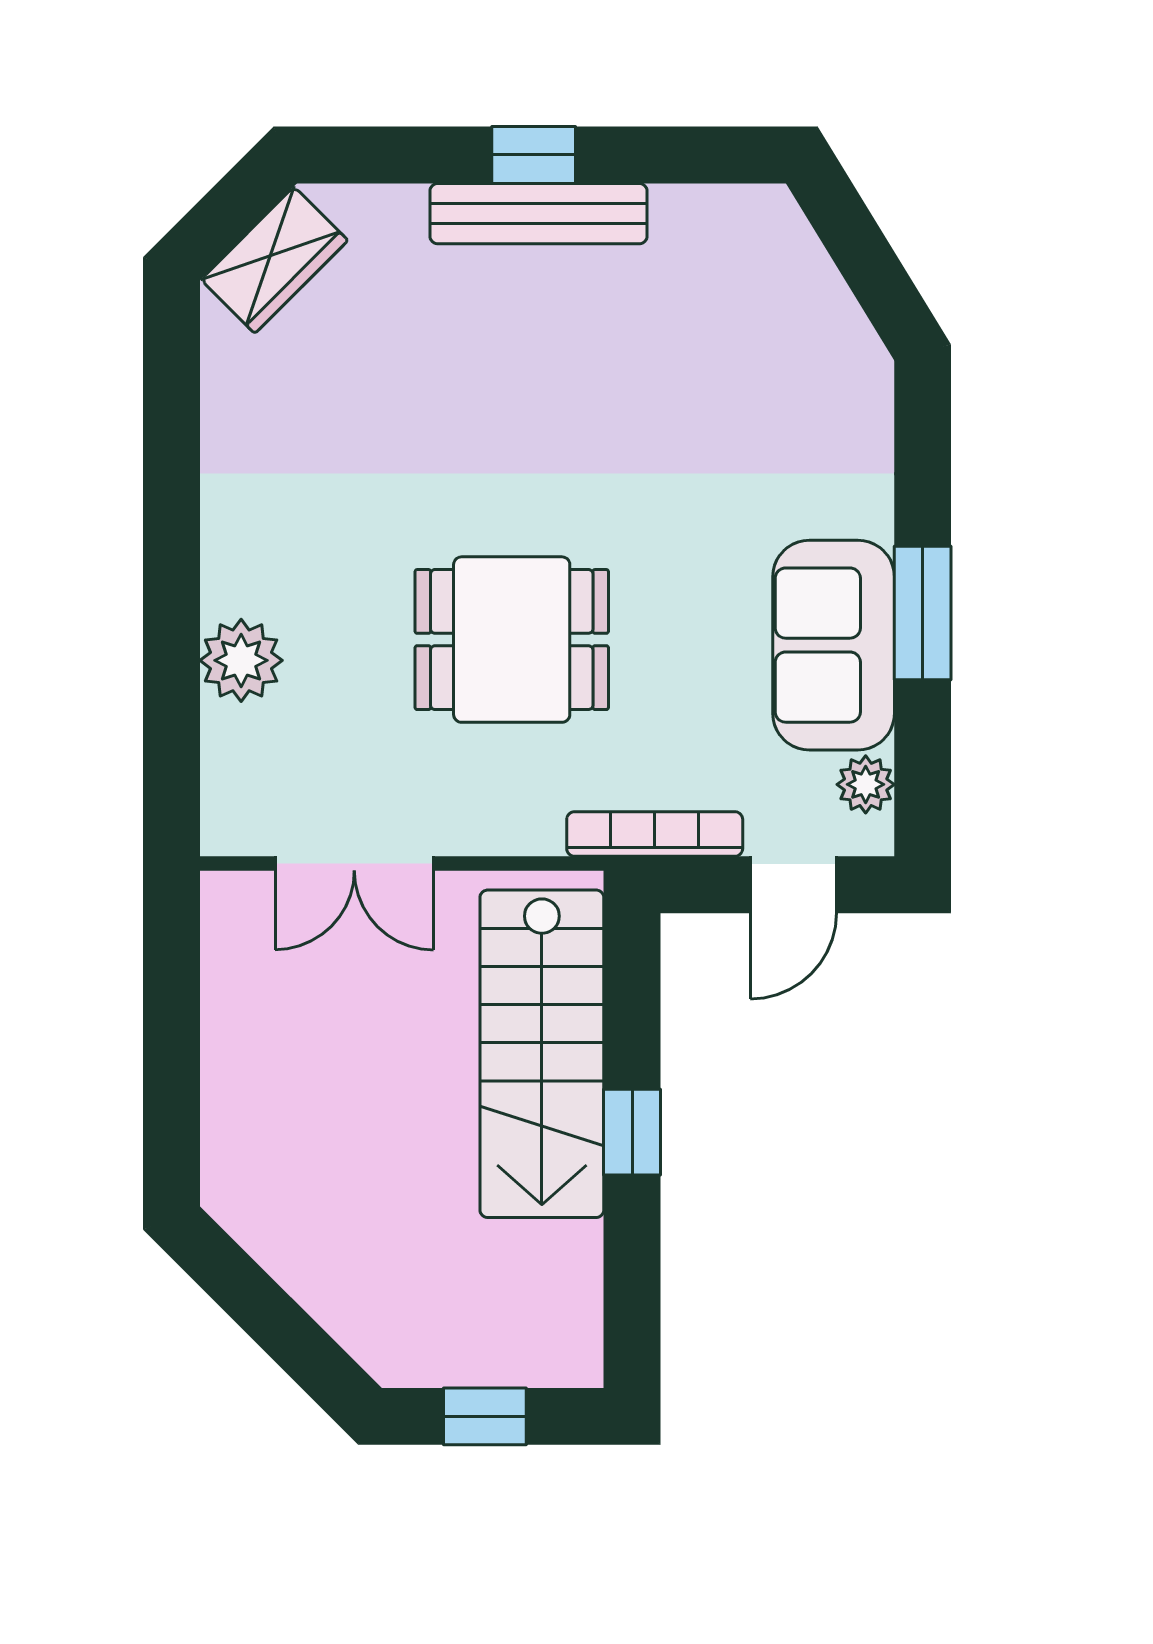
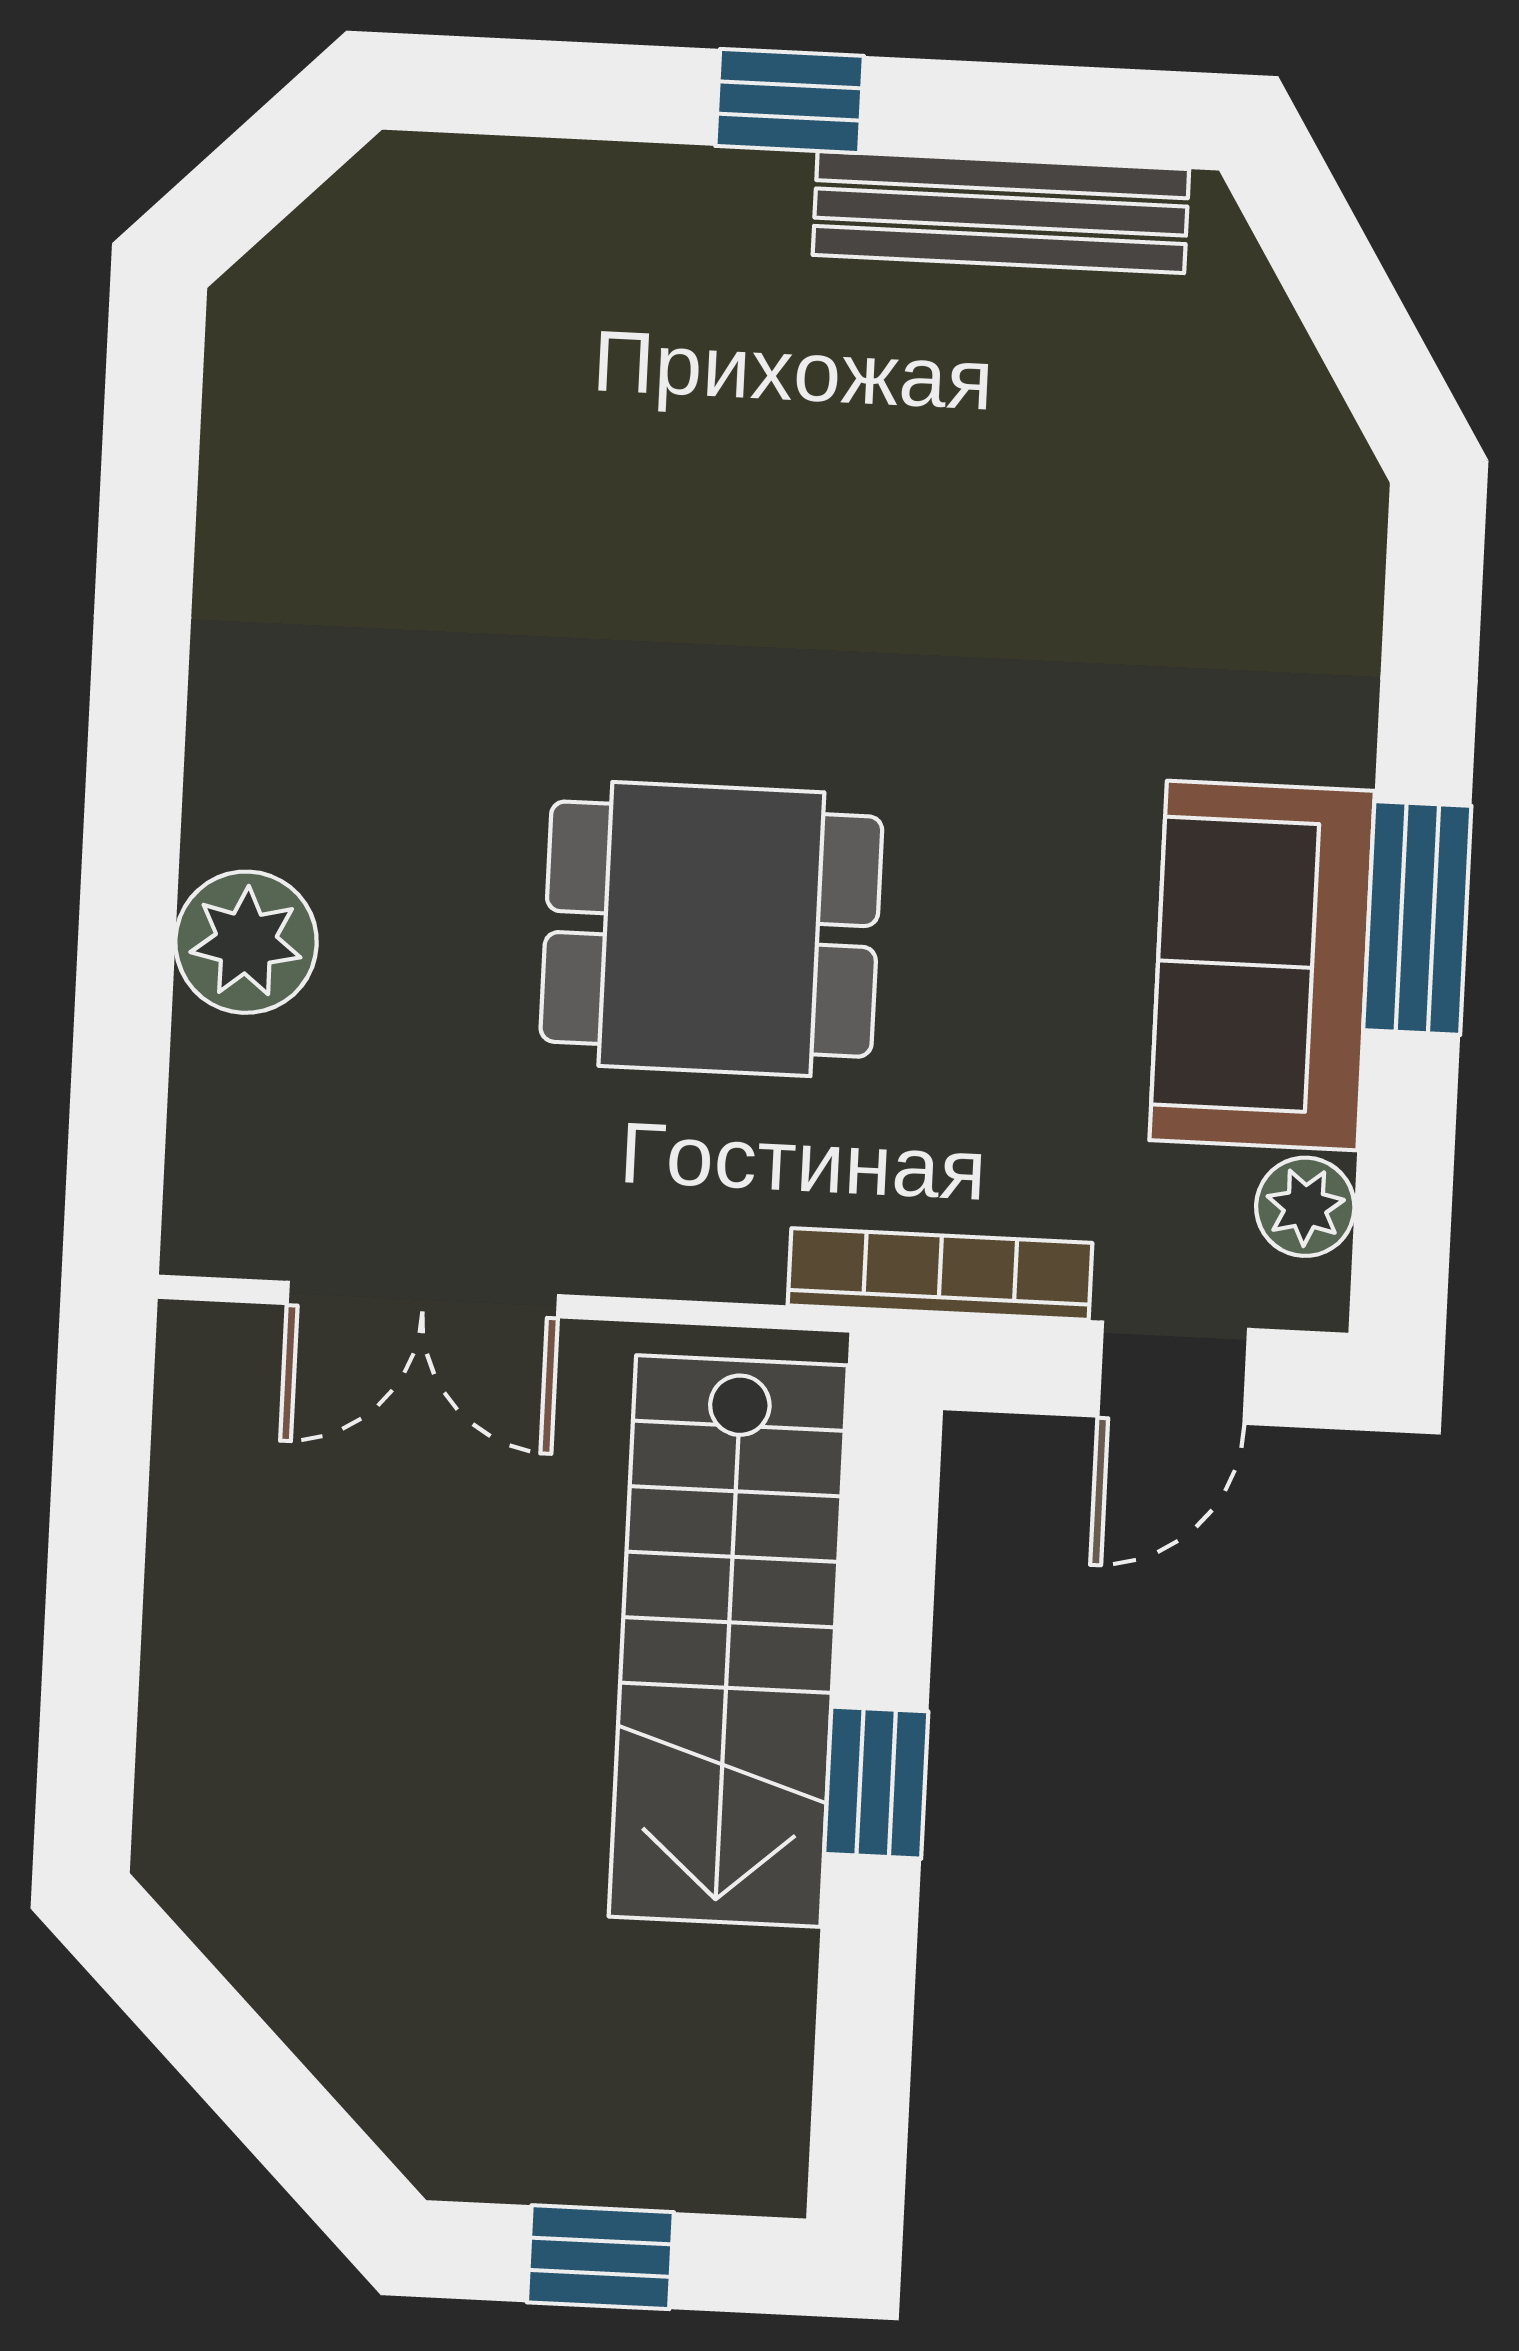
bench: (539, 214) -> (1001, 212), moved
wardrobe: (274, 260) -> (337, 259), removed

